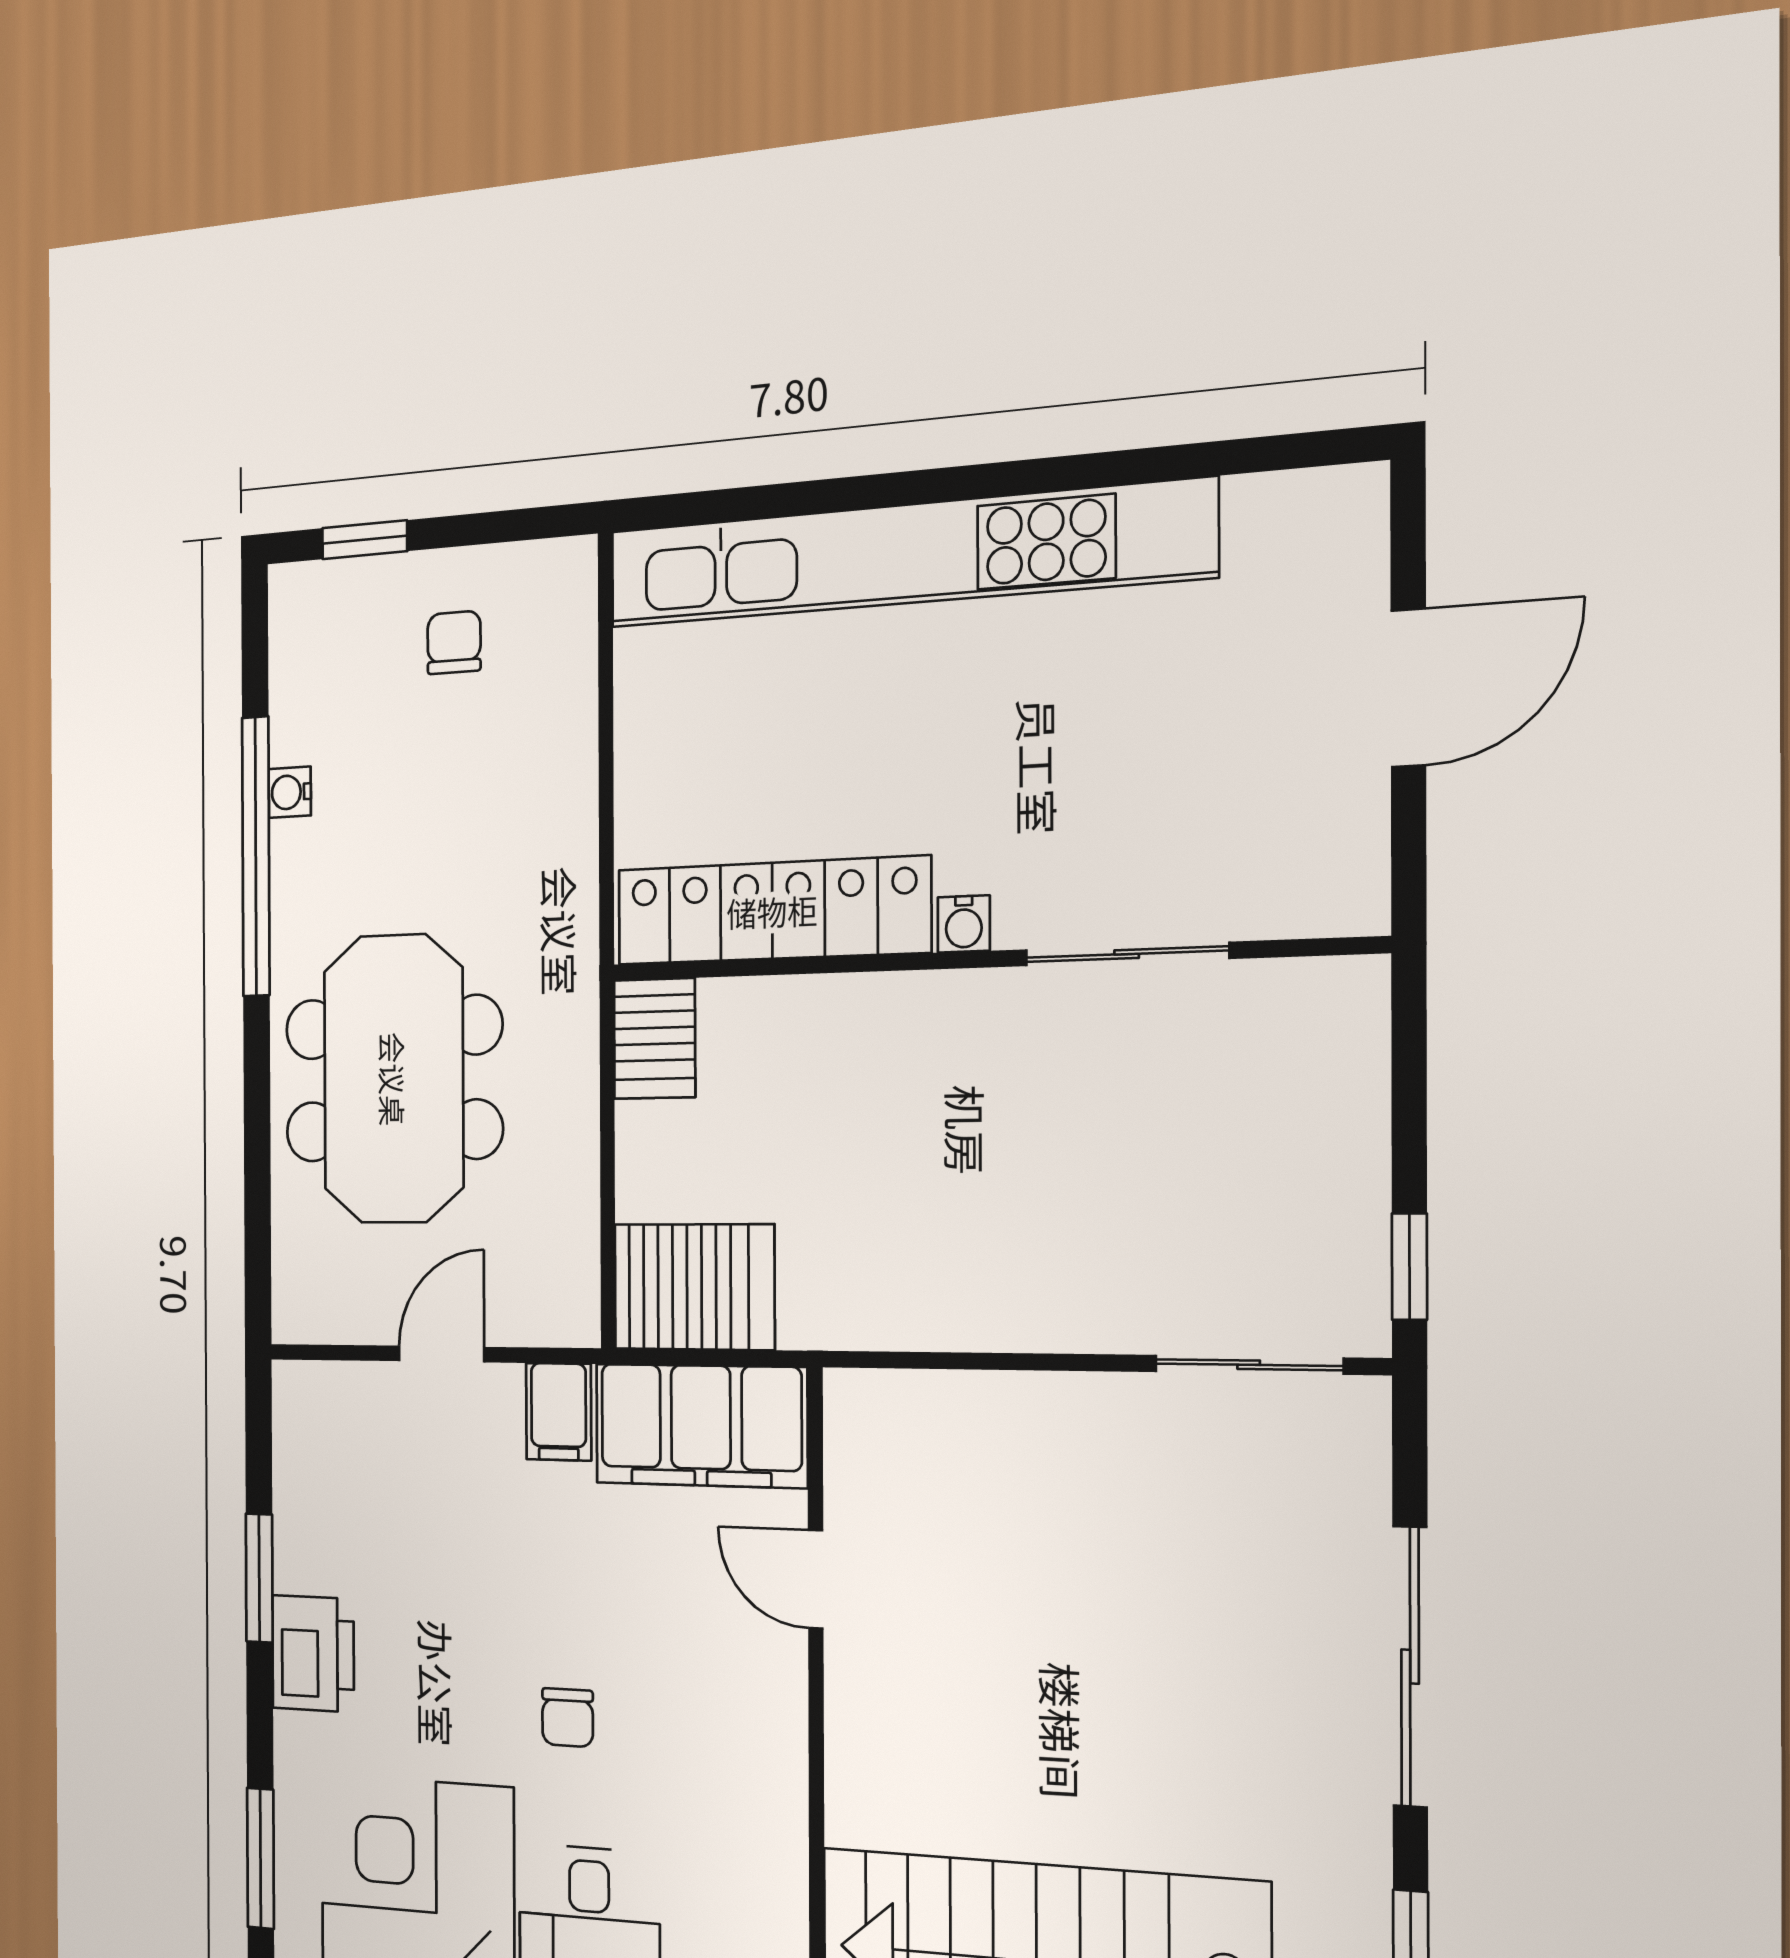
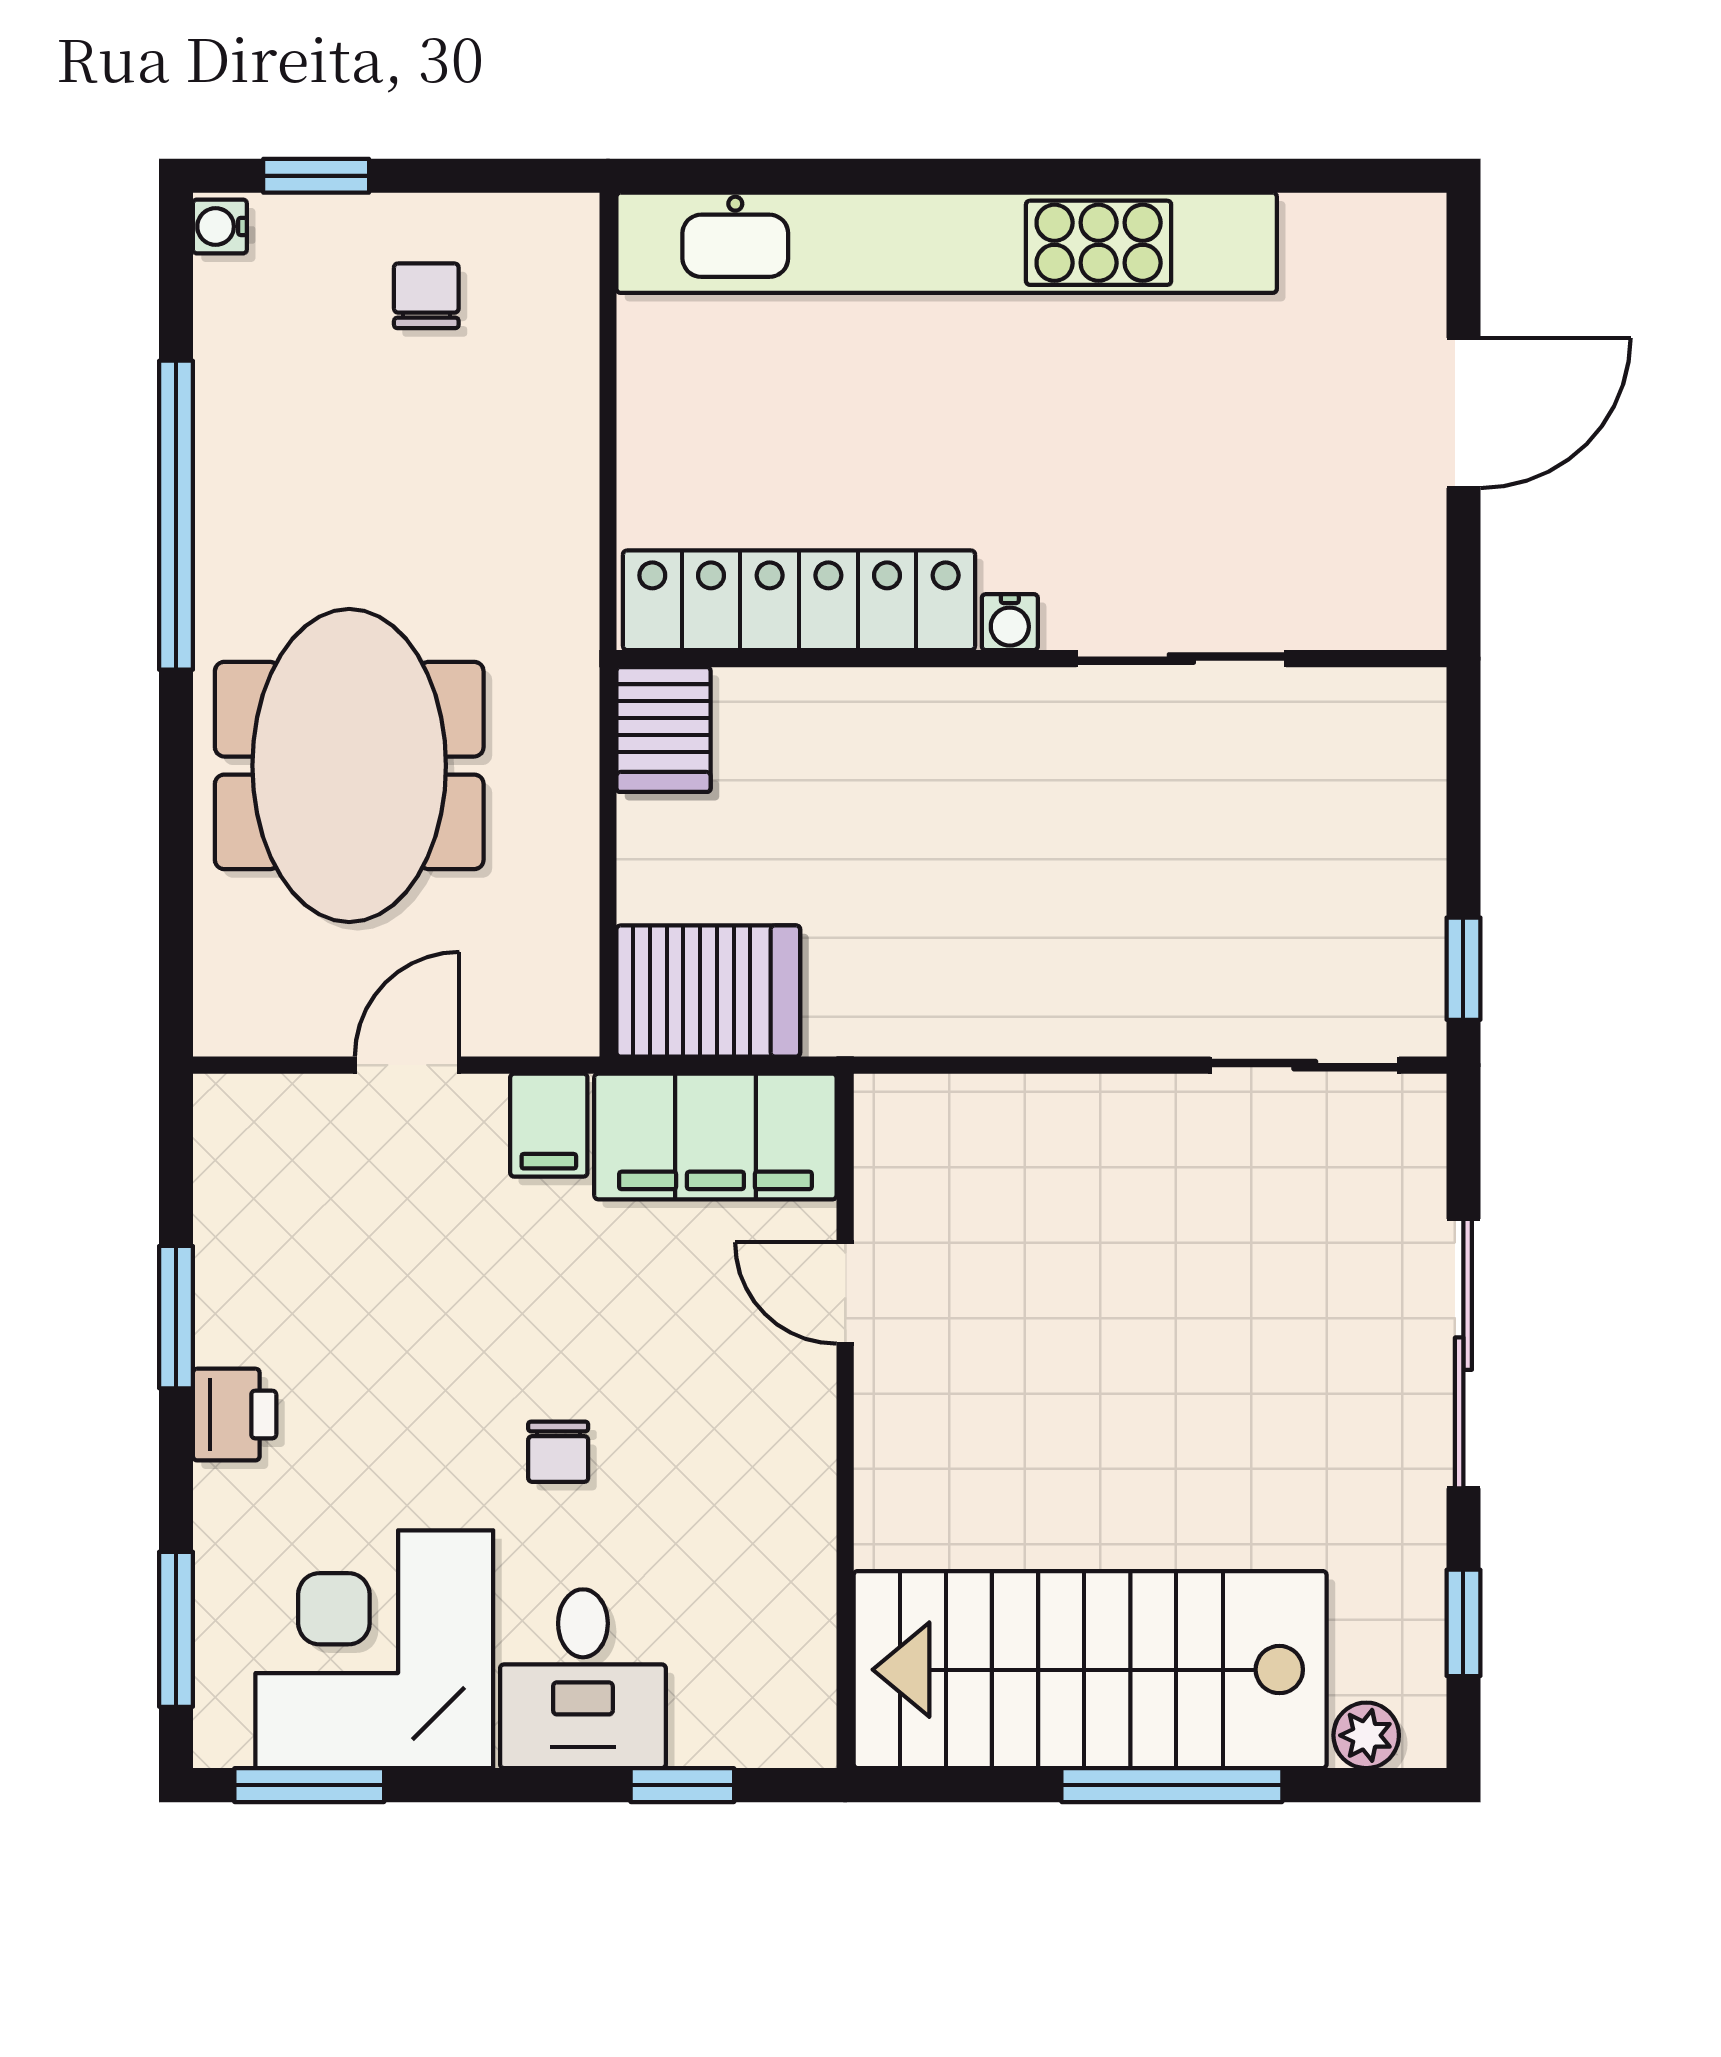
water cooler: (290, 792) -> (220, 226), moved
printer: (313, 1654) -> (235, 1415), width x0.73, depth x0.81

